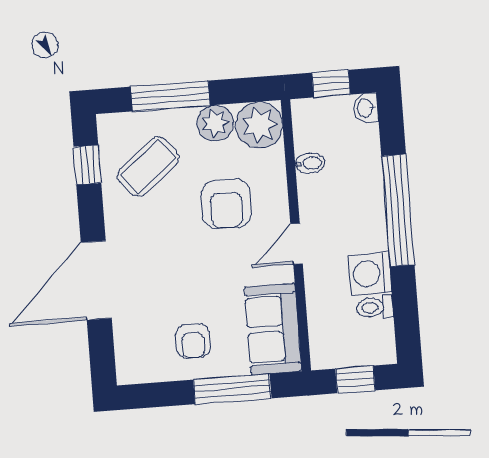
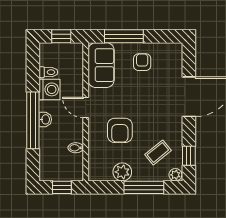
washbasin: (366, 108) -> (45, 119), moved
plant: (259, 125) -> (175, 175), moved, width x0.53, depth x0.53
coffee table: (148, 166) -> (158, 152), width x0.73, depth x0.77
armchair: (226, 204) -> (120, 130), turned 180
door: (297, 244) -> (86, 108), swing flipped

